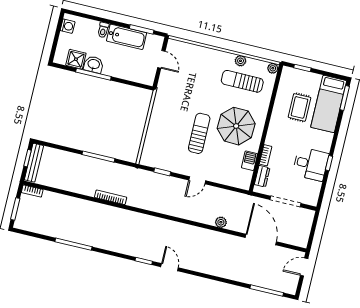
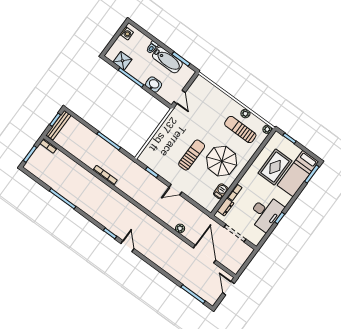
door: (161, 59) -> (180, 97), moved
washbasin: (94, 64) -> (154, 85), moved
rug: (300, 107) -> (275, 167), width x1.36, depth x1.43
desk: (311, 164) -> (266, 213), width x1.37
door: (304, 267) -> (228, 288), hinge flipped

